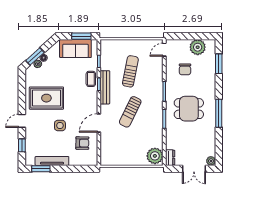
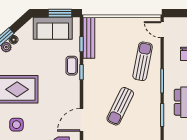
door: (164, 50) -> (162, 30), hinge flipped
sun lounger: (130, 71) -> (143, 61), moved
bench: (105, 87) -> (89, 38), moved
side table: (60, 126) -> (16, 125), moved

